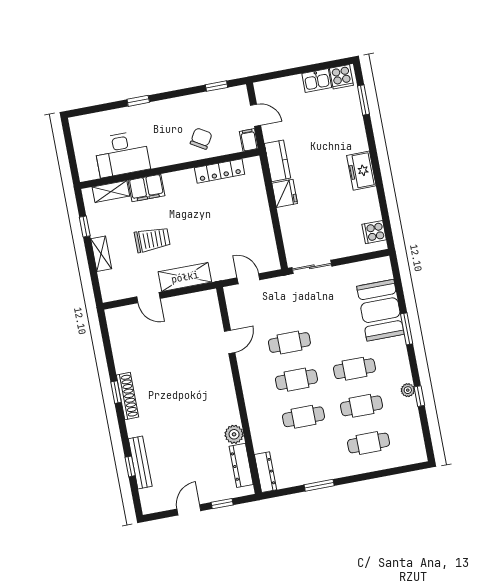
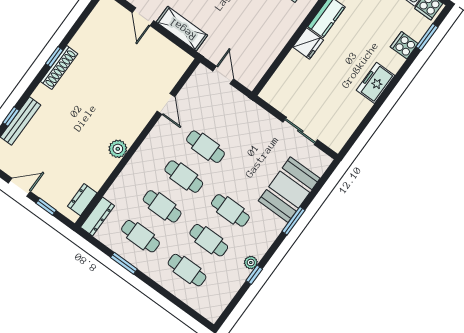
cooker: (374, 232) -> (404, 45), moved
sliding door: (312, 267) -> (300, 131), moved
door: (230, 342) -> (166, 104), hinge flipped
plant: (234, 434) -> (118, 149), moved
cafe table: (311, 454) -> (140, 236), added
dresser: (241, 465) -> (82, 200), width x0.70

